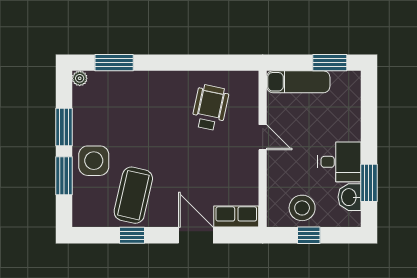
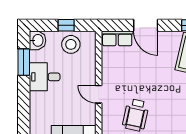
washbasin: (349, 197) -> (37, 40), moved

